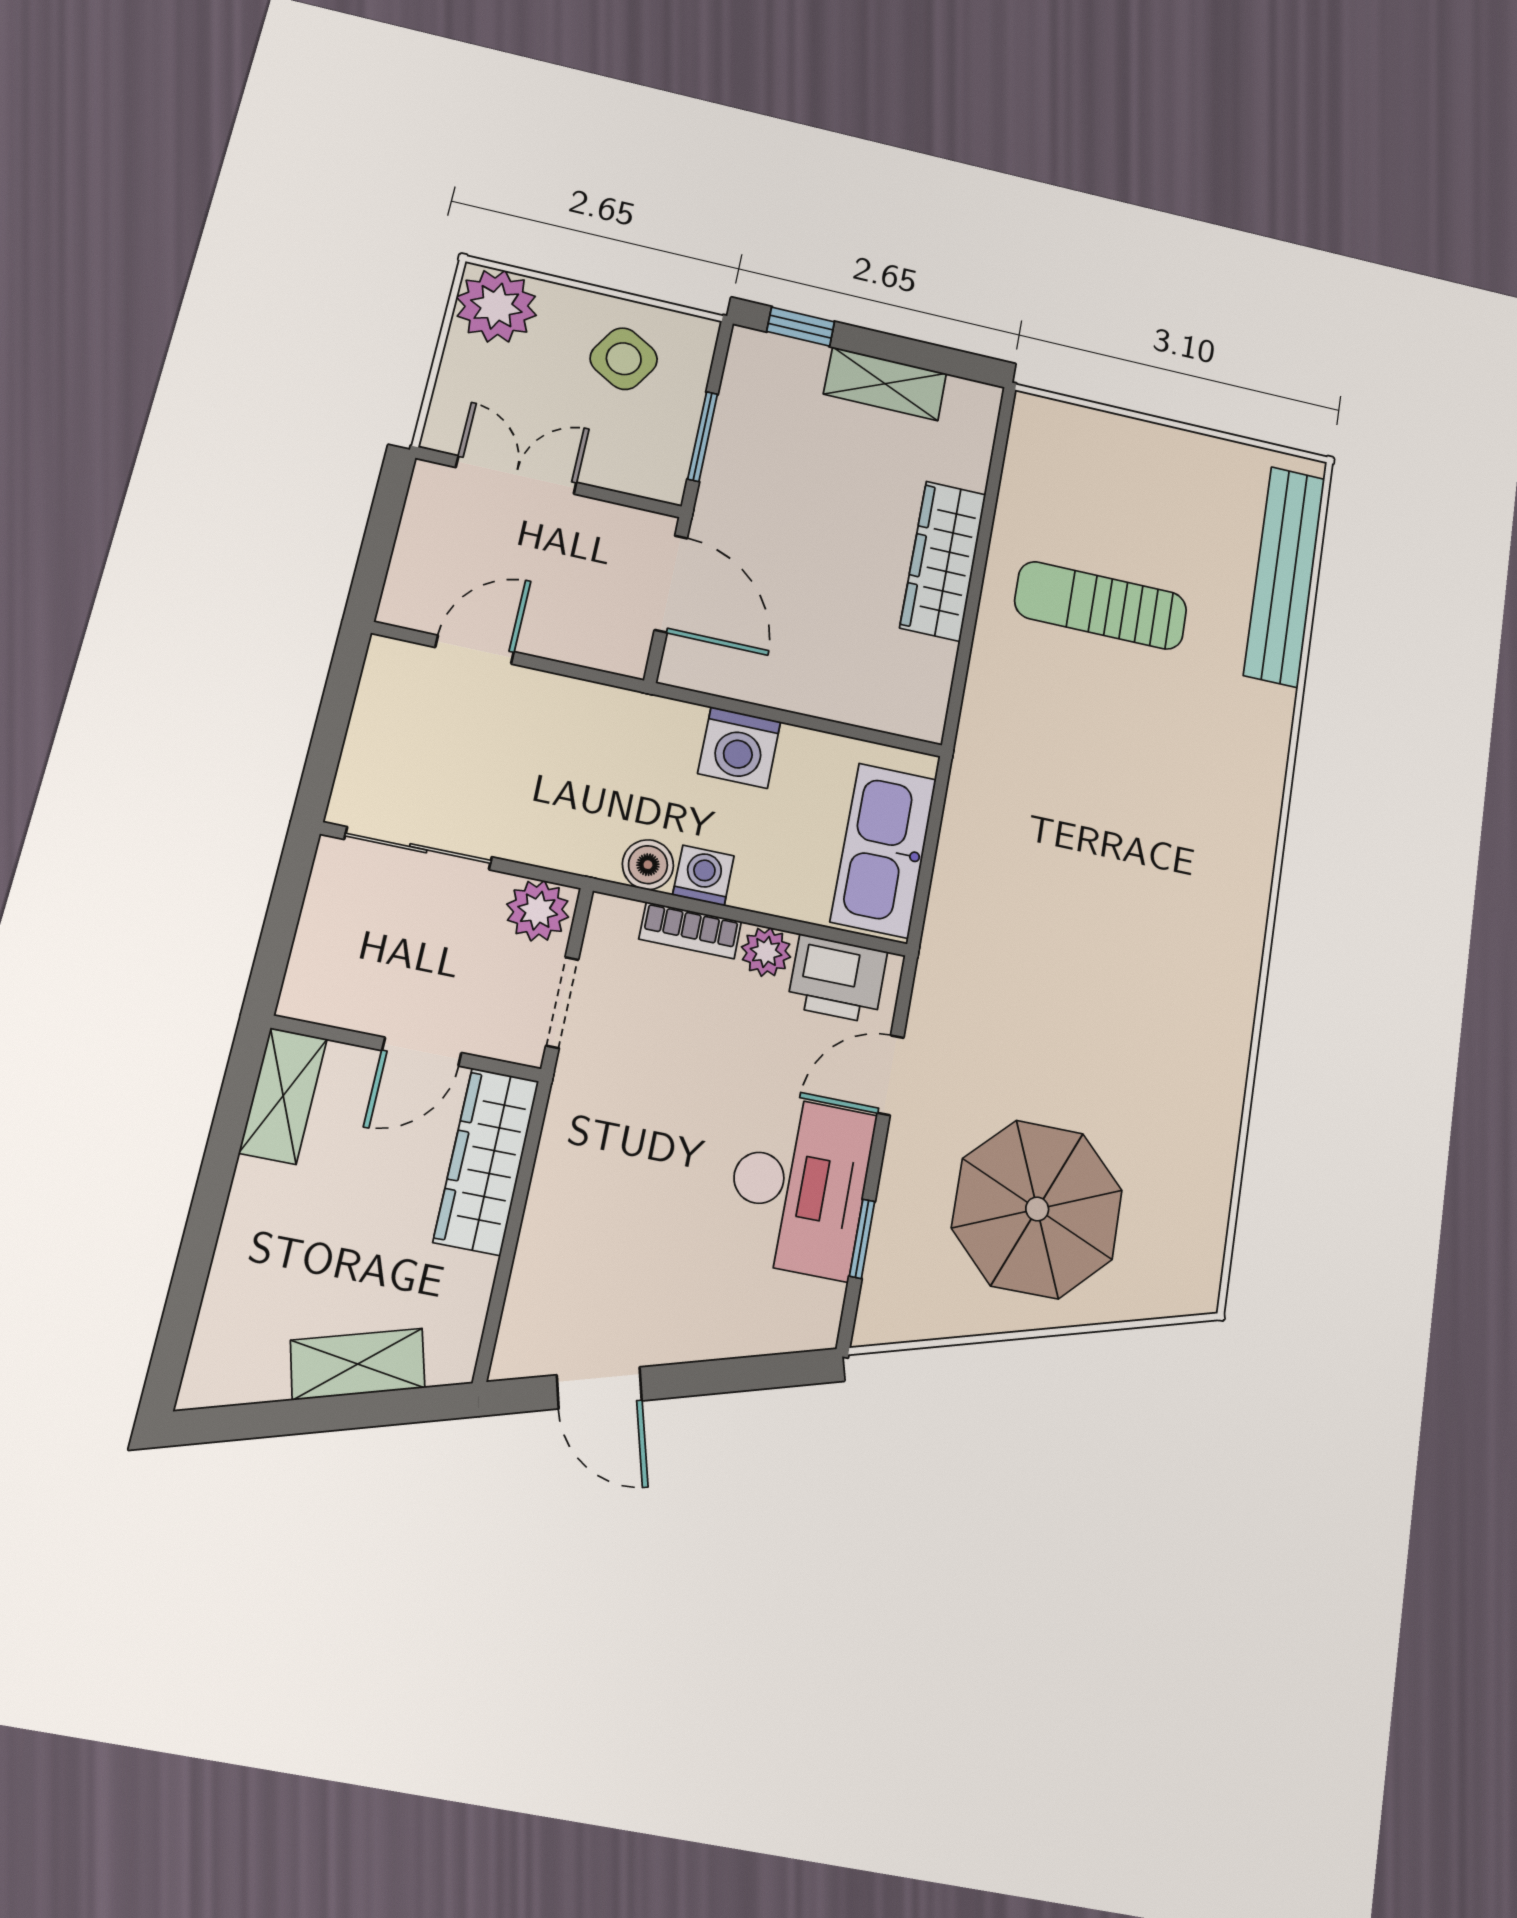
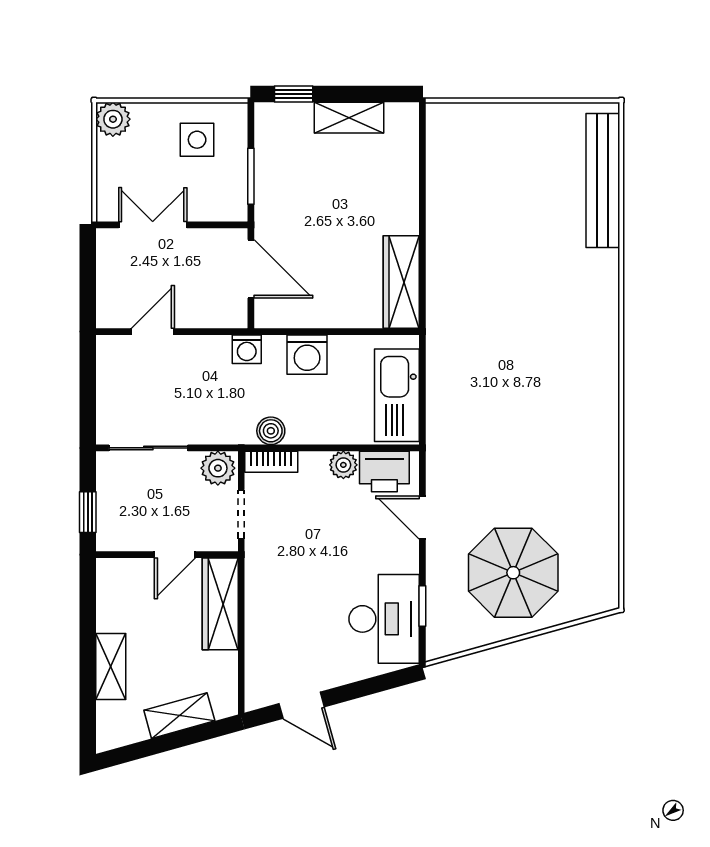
plant: (496, 306) -> (113, 119), width x0.73, depth x0.73
side table: (624, 359) -> (197, 140), turned -31
wardrobe: (943, 561) -> (401, 282), moved
sun lounger: (1101, 605) -> (497, 224), removed
washing machine: (703, 875) -> (247, 349), moved, turned 180
bookcase: (690, 930) -> (271, 462), moved
window: (276, 940) -> (88, 512), added
door: (890, 1075) -> (422, 518), hinge flipped
shelving: (283, 1096) -> (111, 666), moved
desk: (799, 1186) -> (384, 619), moved

